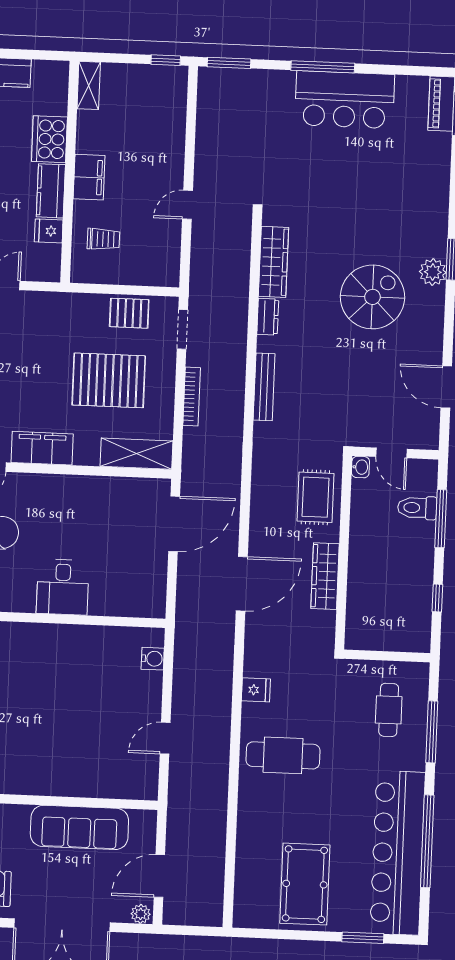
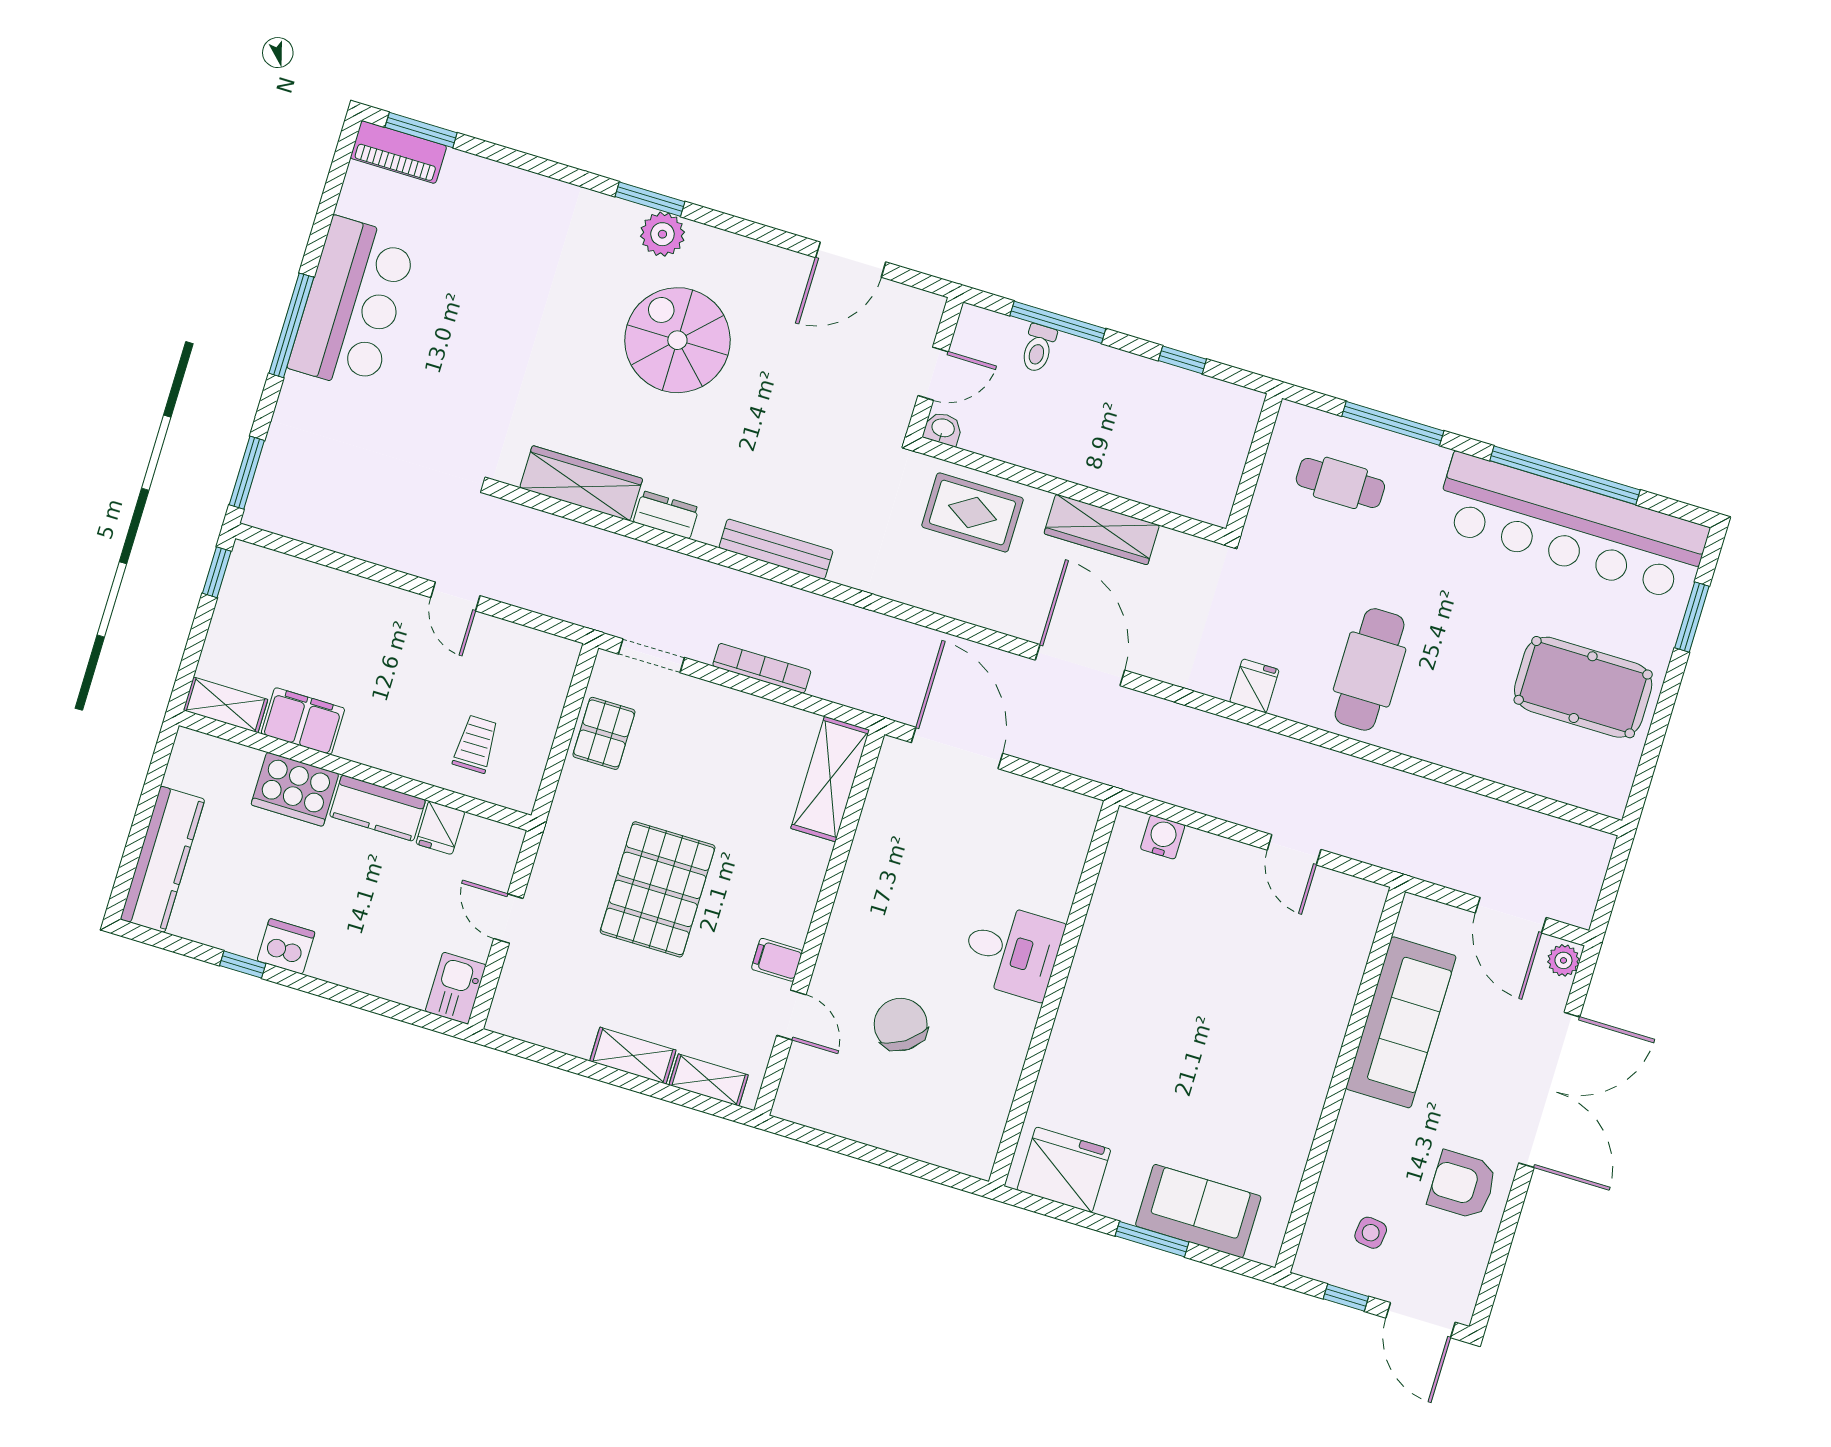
filing cabinet: (89, 177) -> (303, 721), moved
pallet: (109, 380) -> (658, 889), moved
filing cabinet: (42, 448) -> (777, 960), width x0.33, depth x0.86
toilet: (417, 508) -> (1038, 348), width x0.73, depth x0.72

